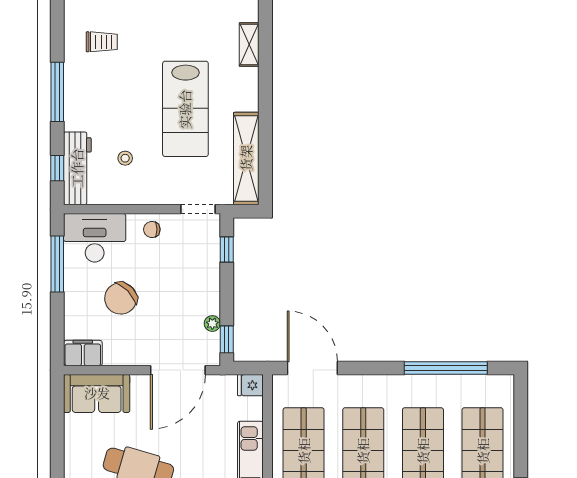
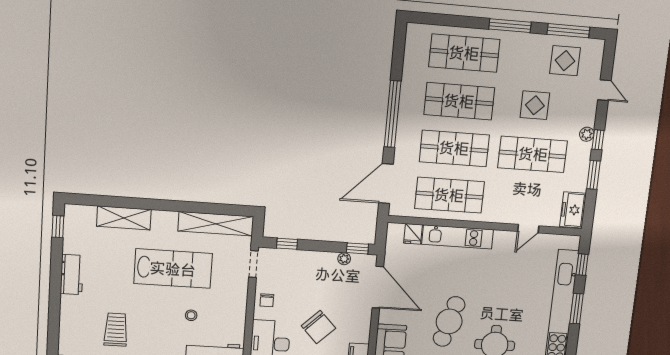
trolley: (102, 42) -> (116, 330), width x1.36, depth x1.39
shelving: (249, 45) -> (124, 218), width x1.50, depth x1.33
stool: (125, 158) -> (191, 315), moved
window: (446, 368) -> (393, 114), moved
fridge: (250, 385) -> (413, 234), moved

